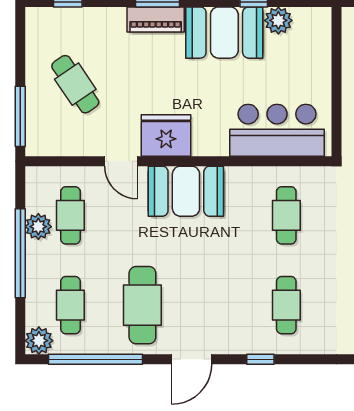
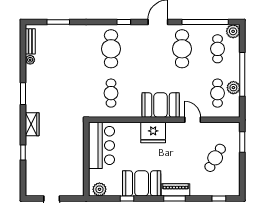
plant: (278, 20) -> (99, 189), moved
cafe table: (75, 84) -> (215, 158), turned 64
window: (20, 116) -> (242, 142), width x0.69
bar counter: (277, 130) -> (102, 145), moved, turned -90
fridge: (166, 136) -> (153, 133), moved
cafe table: (286, 305) -> (111, 49), width x1.37, depth x1.35

